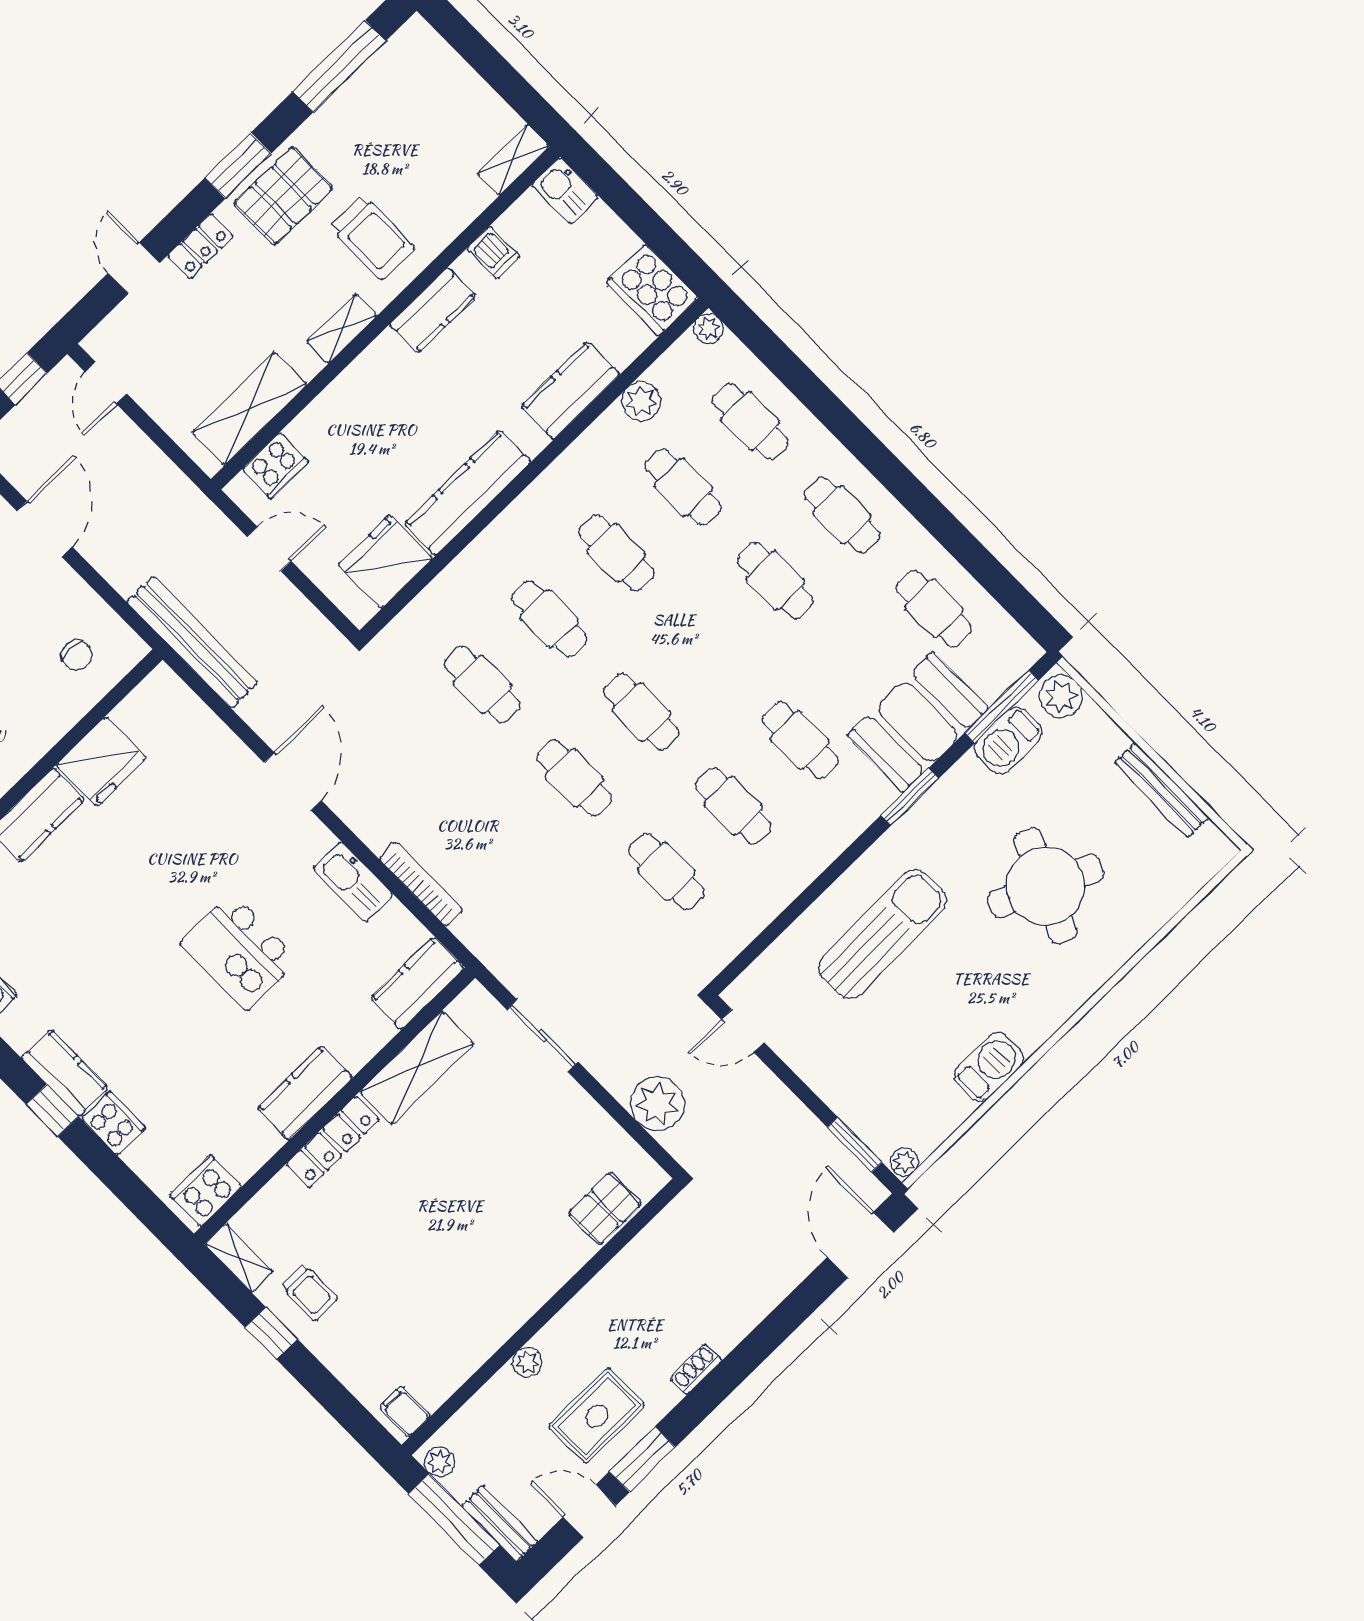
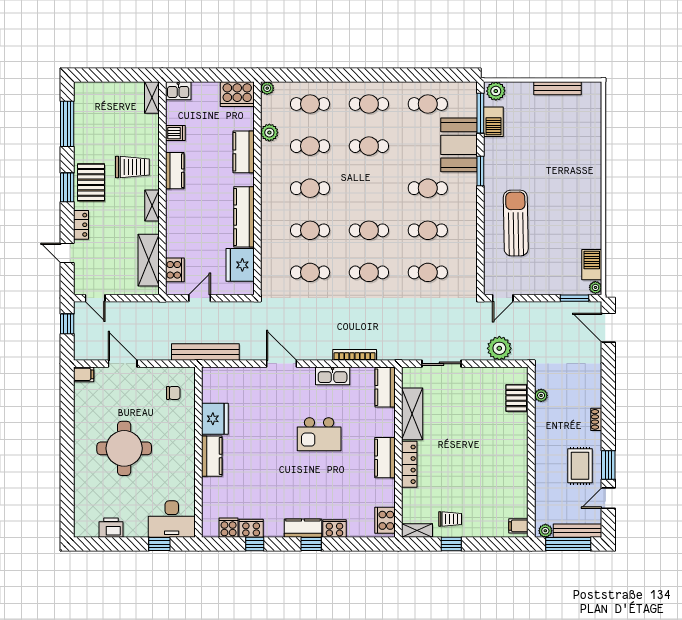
round table: (1046, 886) -> (552, 156), removed
barbecue: (989, 1067) -> (592, 265), moved
plant: (527, 1362) -> (541, 395), moved
bench: (500, 1523) -> (578, 531), width x1.36

